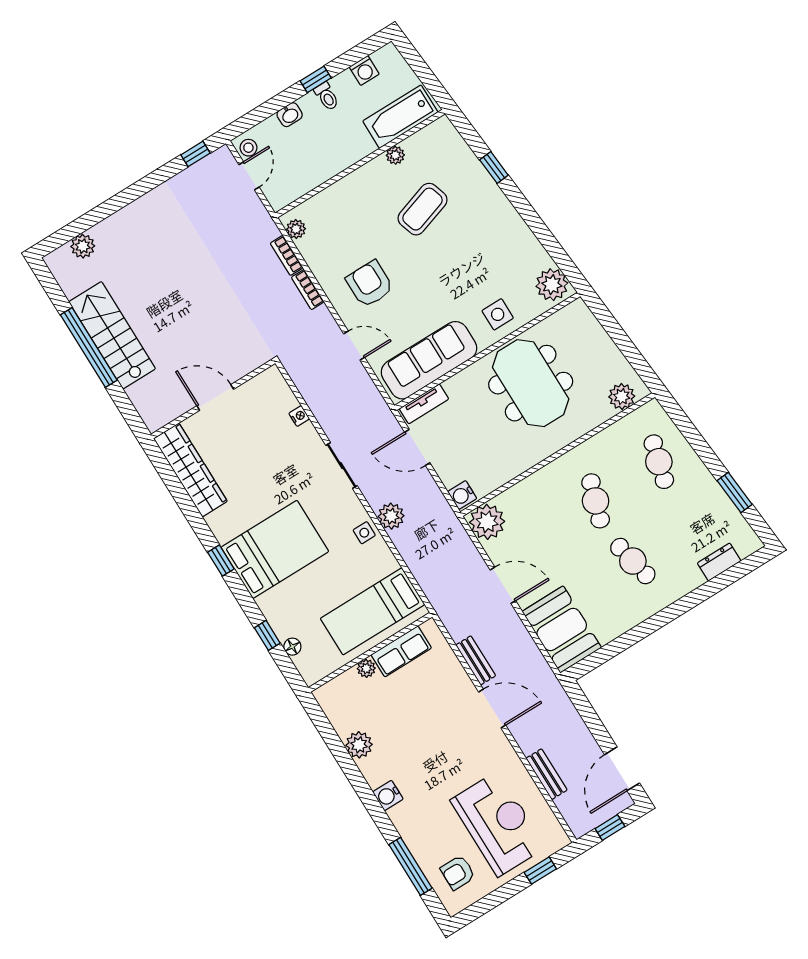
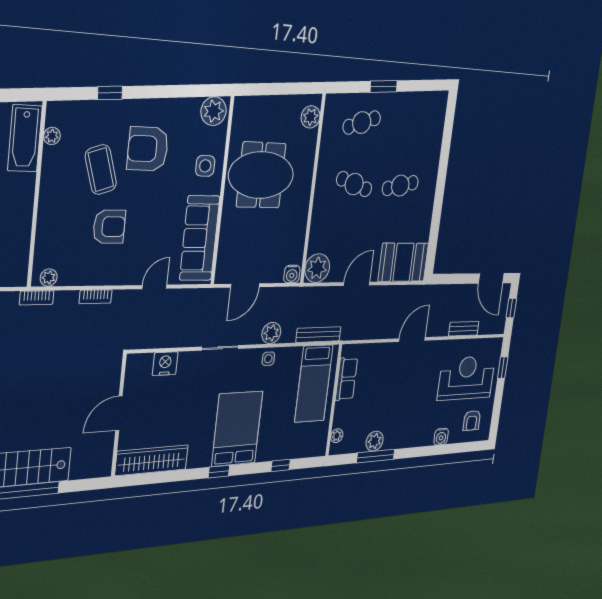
plant: (395, 155) -> (52, 136), moved
armchair: (472, 242) -> (148, 149), added
bookcase: (287, 255) -> (37, 298), moved
armchair: (370, 284) -> (109, 227), moved, turned 180
tv unit: (424, 404) -> (223, 262), removed
nightstand: (299, 416) -> (165, 364), width x1.89, depth x1.79
cafe table: (659, 462) -> (362, 123), turned -33
window: (735, 493) -> (384, 86), moved
dresser: (719, 562) -> (437, 129), removed
floor lamp: (292, 647) -> (297, 452), removed
bench: (476, 660) -> (318, 335), moved, width x1.36
plant: (366, 668) -> (337, 436), moved
water cooler: (388, 795) -> (441, 437), moved
window: (410, 866) -> (376, 456), moved

